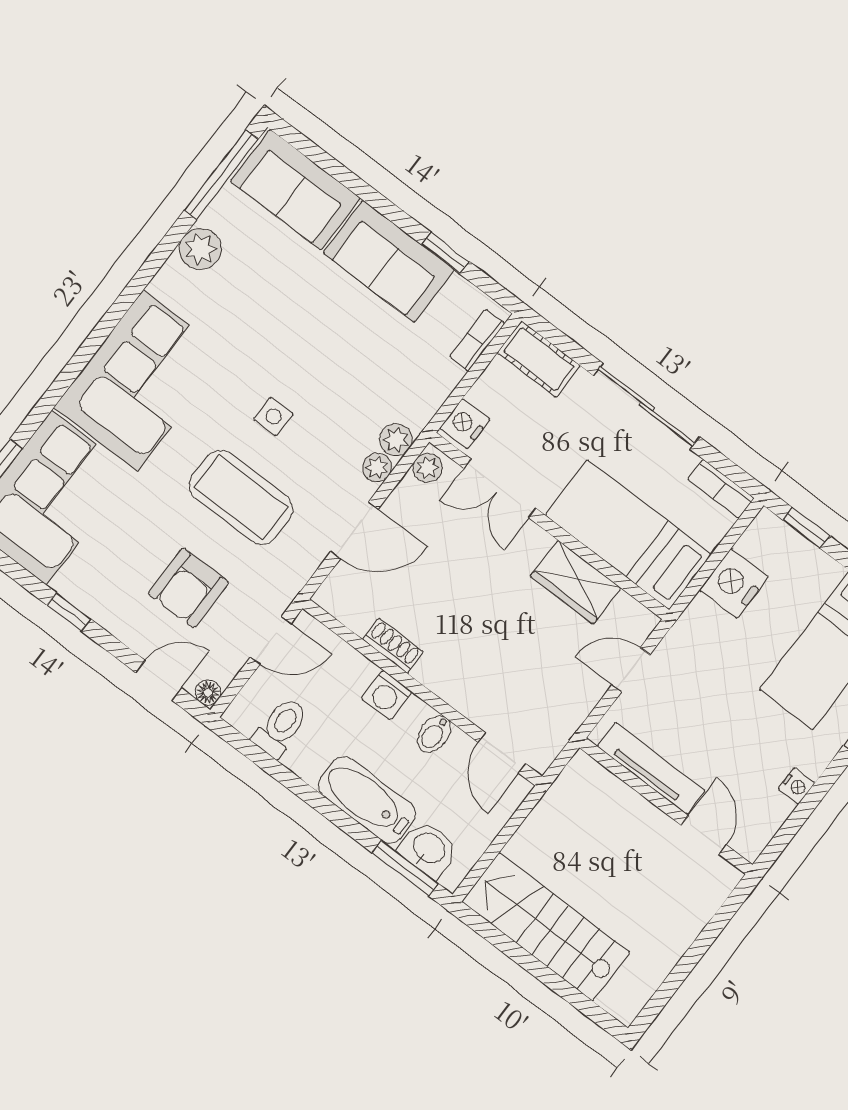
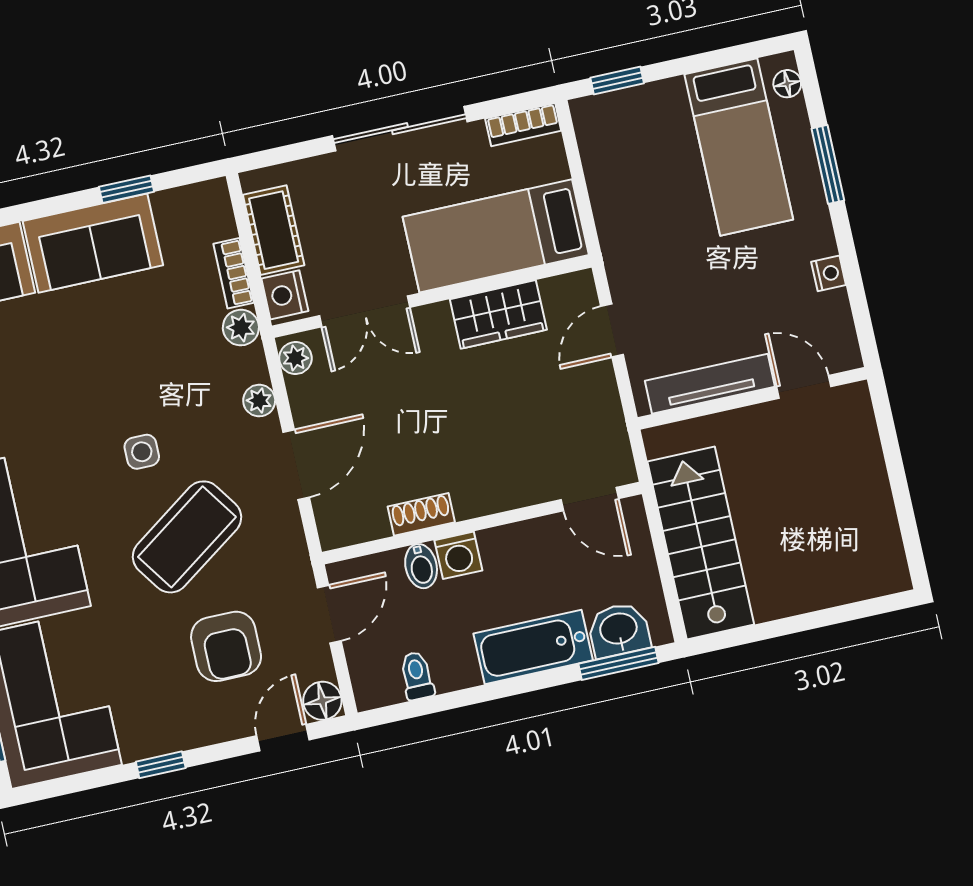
bookcase: (477, 340) -> (234, 273), moved
cot: (539, 359) -> (274, 230), moved, turned 90
plant: (396, 440) -> (241, 328), moved
coffee table: (241, 497) -> (187, 537), turned -35
nightstand: (734, 583) -> (612, 181), removed
floor lamp: (208, 693) -> (322, 701), width x1.37, depth x1.37
toilet: (280, 727) -> (417, 676), width x0.73, depth x0.72
bidet: (434, 734) -> (421, 566), moved
stairs: (546, 927) -> (701, 543), moved, turned 90

